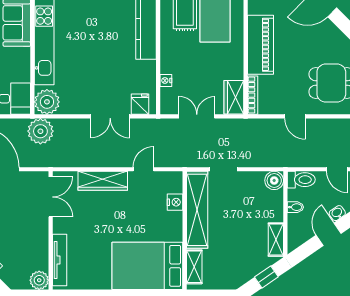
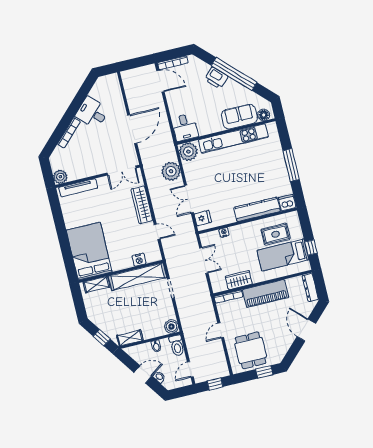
wardrobe: (234, 97) -> (239, 280), moved
plant: (40, 131) -> (171, 171), moved

